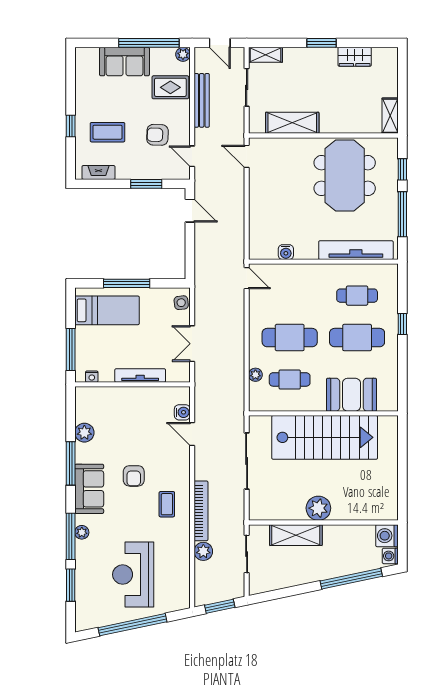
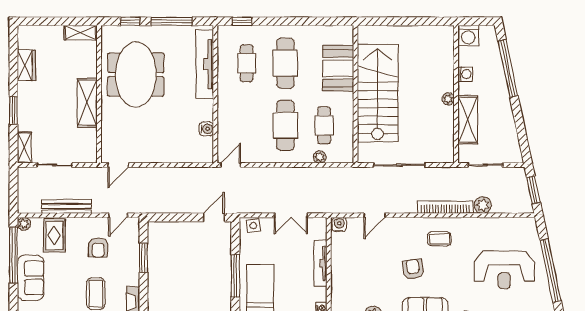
door: (220, 43) -> (13, 190), removed
window: (321, 43) -> (13, 110), moved
shelving: (292, 123) -> (87, 103), moved
meeting table: (345, 176) -> (136, 75), turned 90
door: (190, 211) -> (214, 217), moved
window: (402, 324) -> (242, 21), moved
water cooler: (182, 412) -> (339, 224), moved
armchair: (134, 476) -> (413, 269), turned -98
plant: (318, 508) -> (448, 99), width x0.53, depth x0.53
washing machine: (390, 556) -> (465, 74), moved, turned -90

